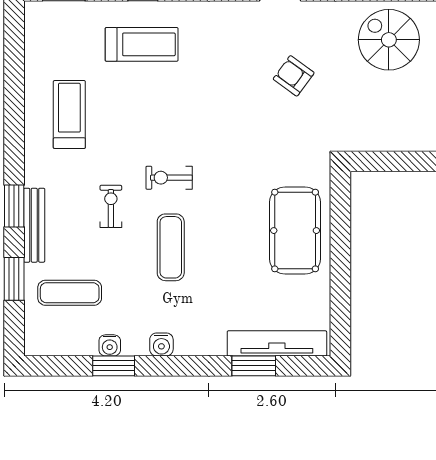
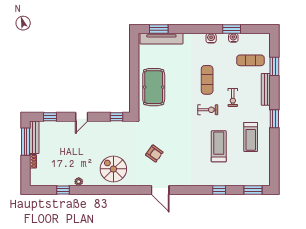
spiral stairs: (389, 40) -> (113, 169), turned 180
treadmill: (142, 44) -> (219, 146), moved, turned 90
window: (382, 161) -> (116, 117), added
window: (14, 206) -> (274, 119), moved
window: (254, 366) -> (159, 29), moved

